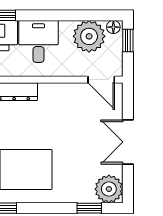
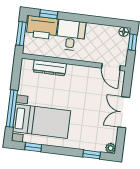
plant: (89, 36) -> (106, 36), removed
plant: (109, 189) -> (111, 148), width x0.53, depth x0.53

